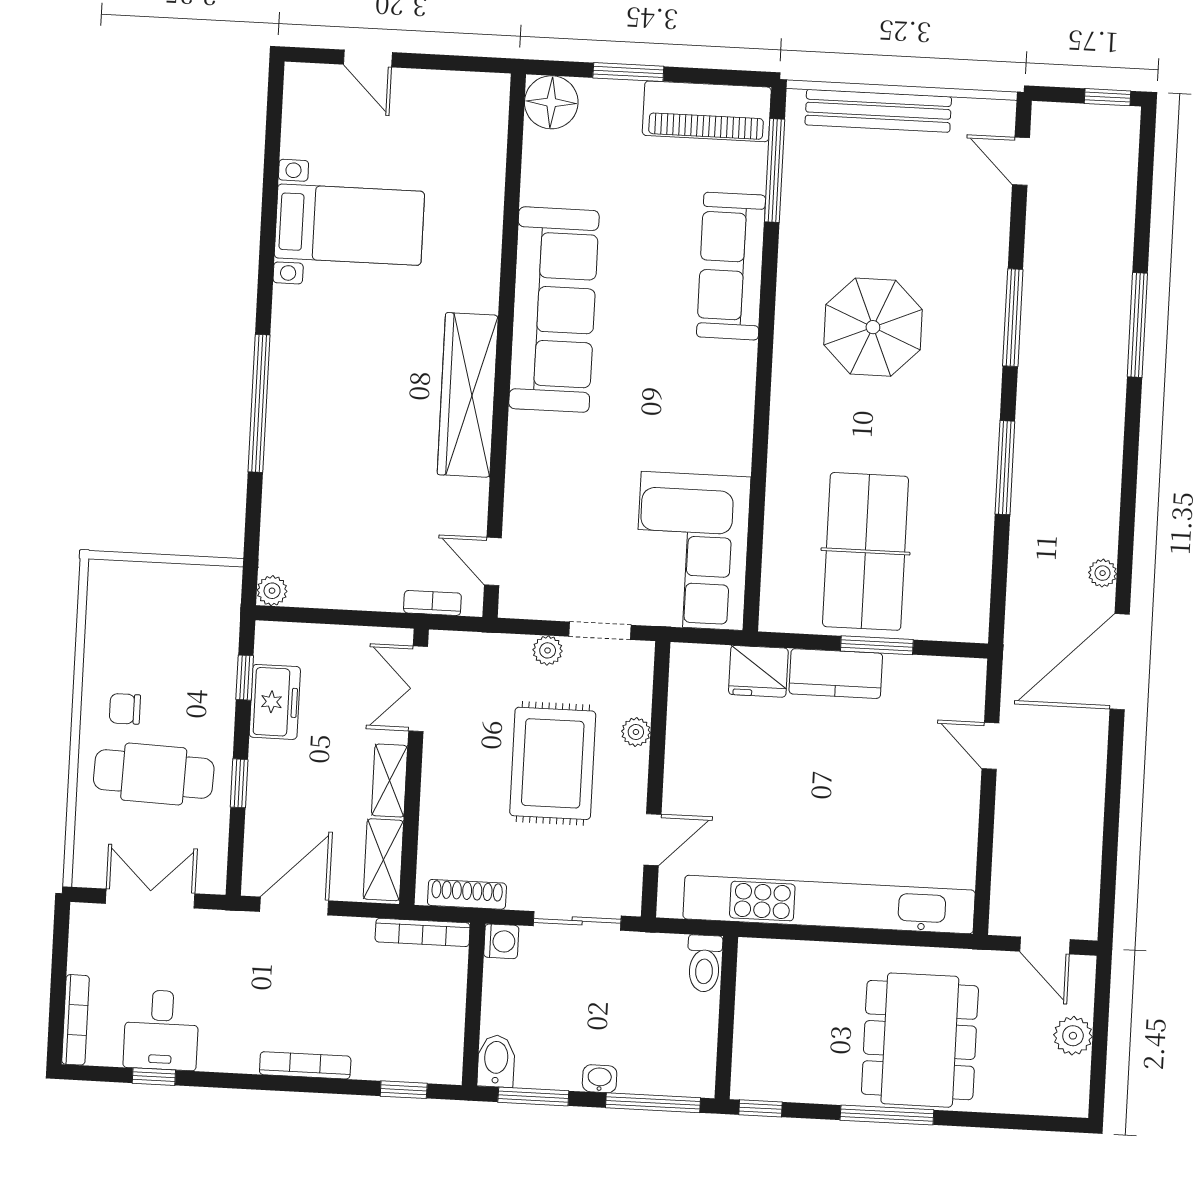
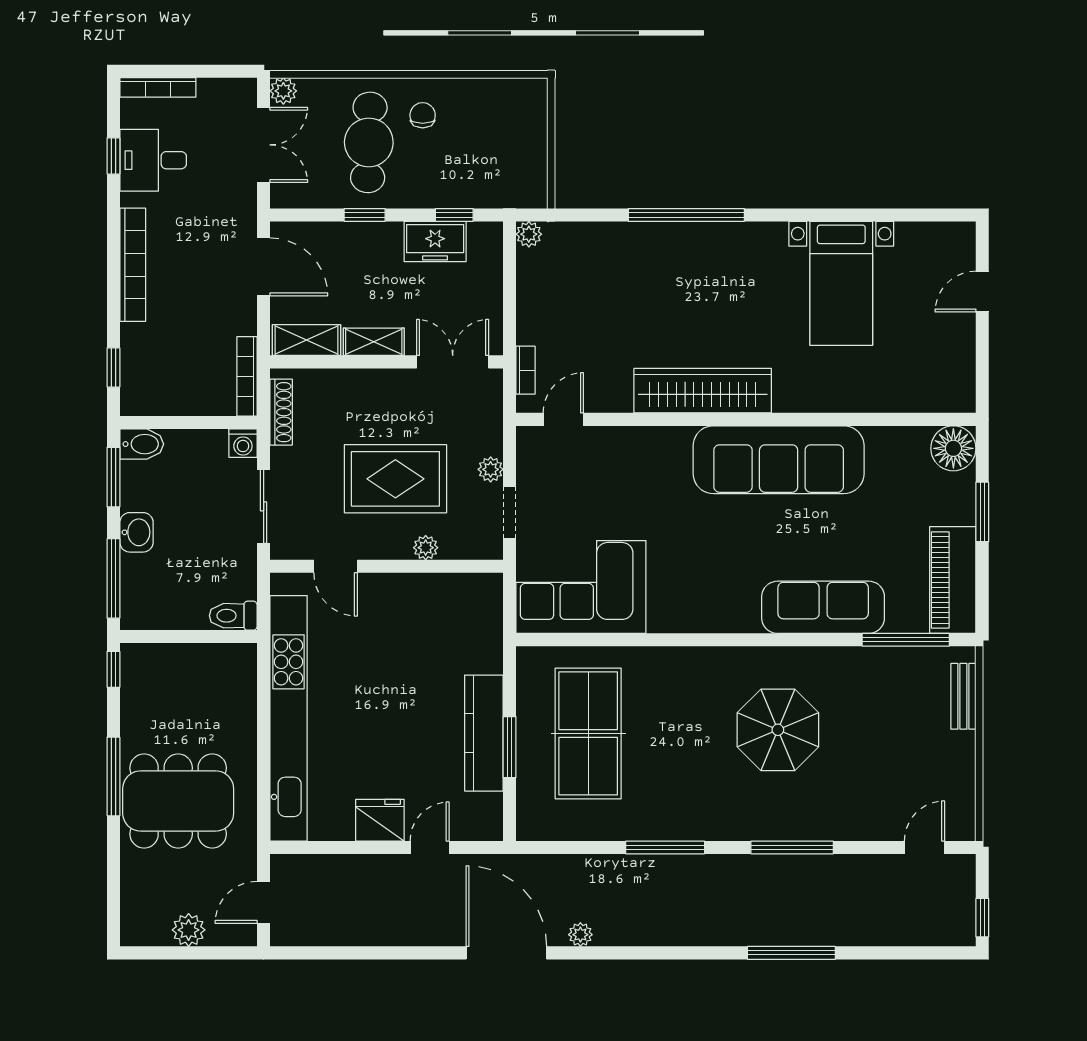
bench: (878, 111) -> (963, 696), width x0.54, depth x0.82
table tennis table: (866, 551) -> (588, 733), turned 90
fridge: (758, 671) -> (380, 820), moved, turned 90
kitchen counter: (836, 674) -> (484, 733), width x1.50
plant: (88, 872) -> (283, 91), added
bookcase: (305, 1065) -> (133, 265), width x1.48, depth x1.31
washbasin: (600, 1079) -> (136, 532), width x1.38, depth x1.45

